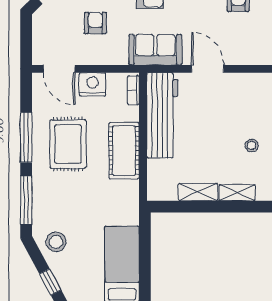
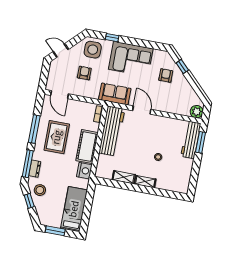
nightstand: (93, 84) -> (84, 171), moved, turned 90
dresser: (40, 206) -> (35, 169), added
window: (50, 282) -> (29, 201), moved

